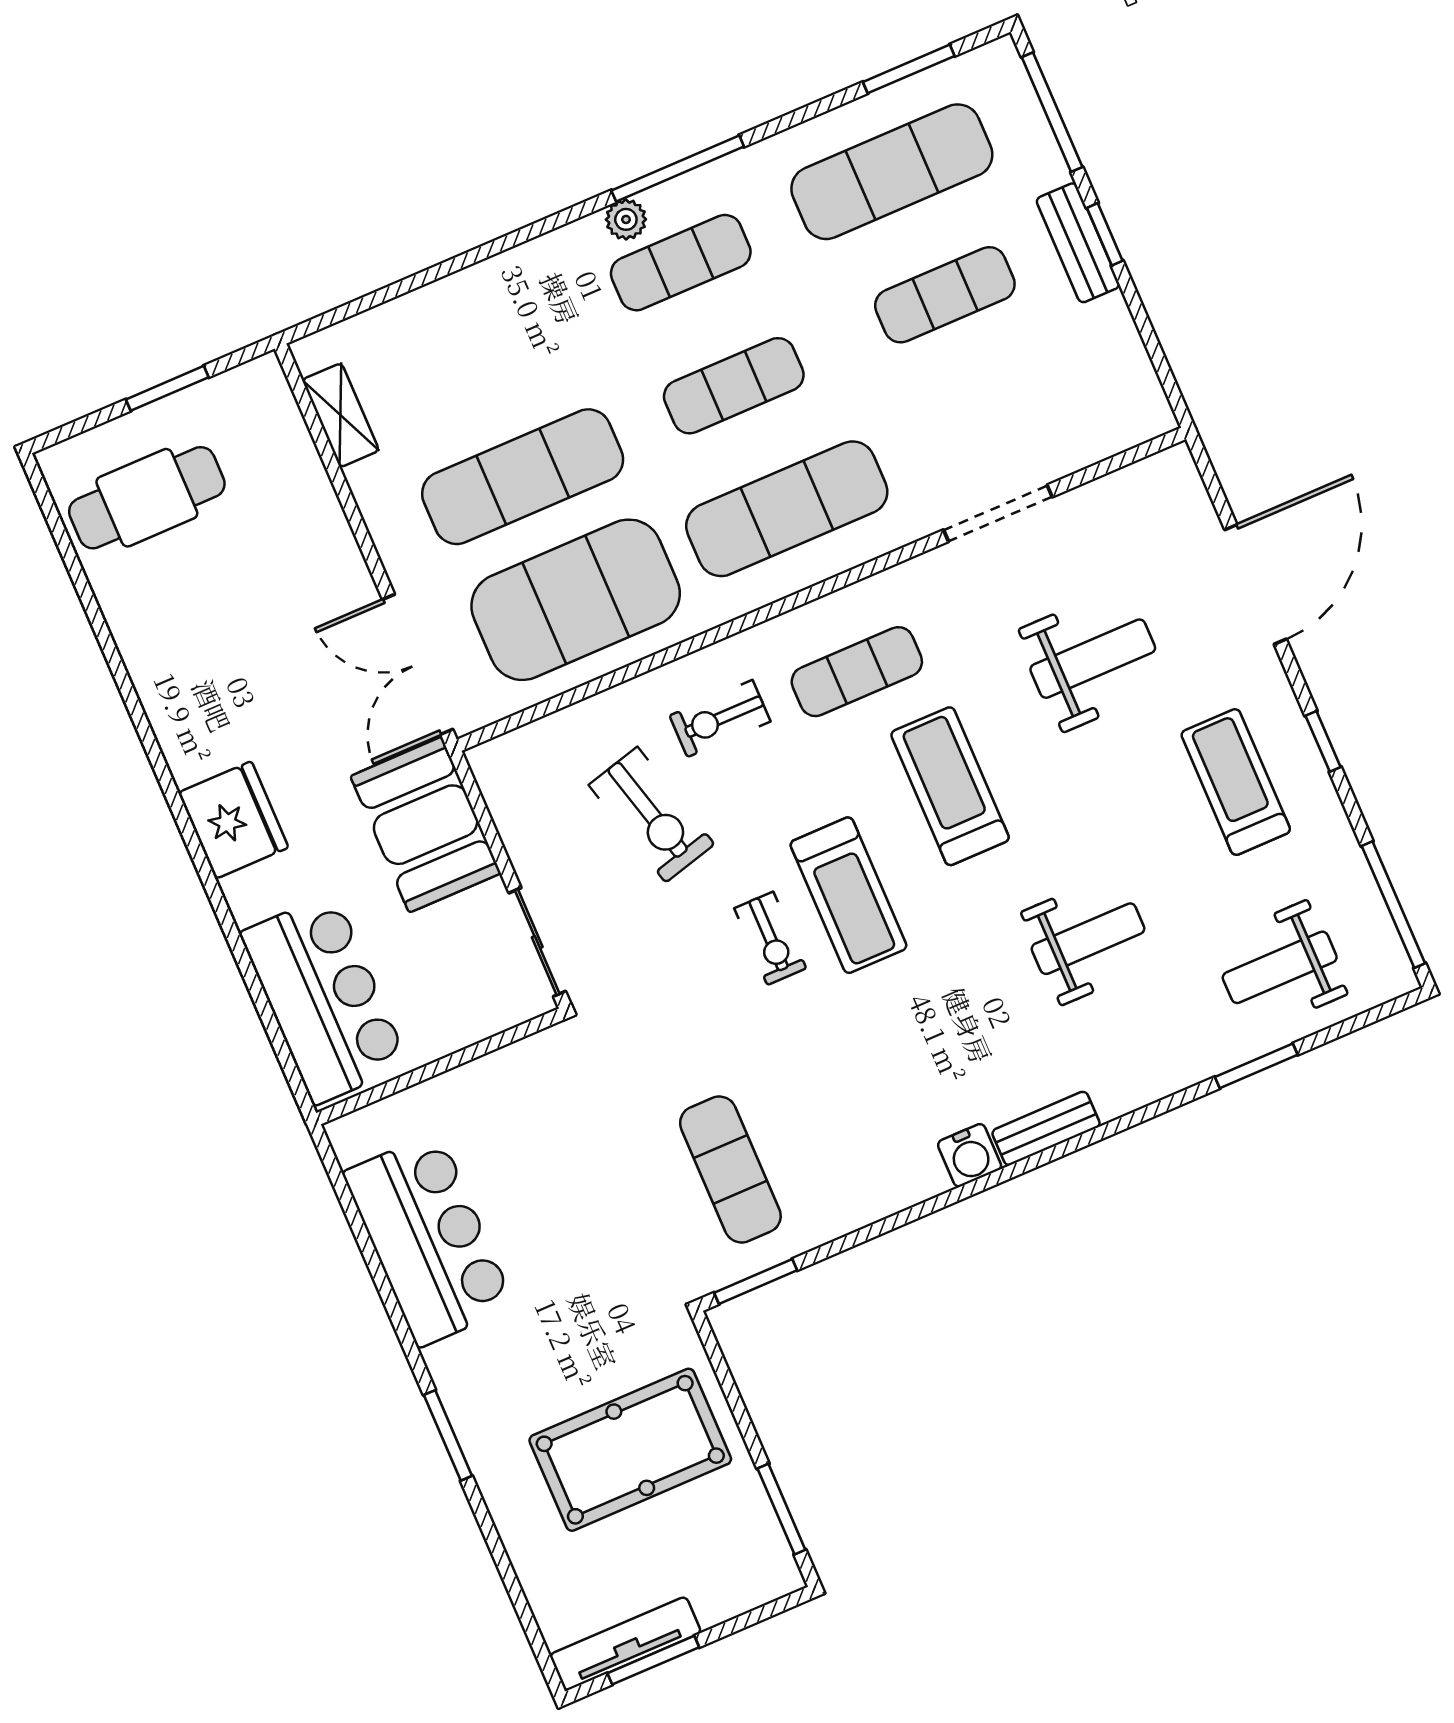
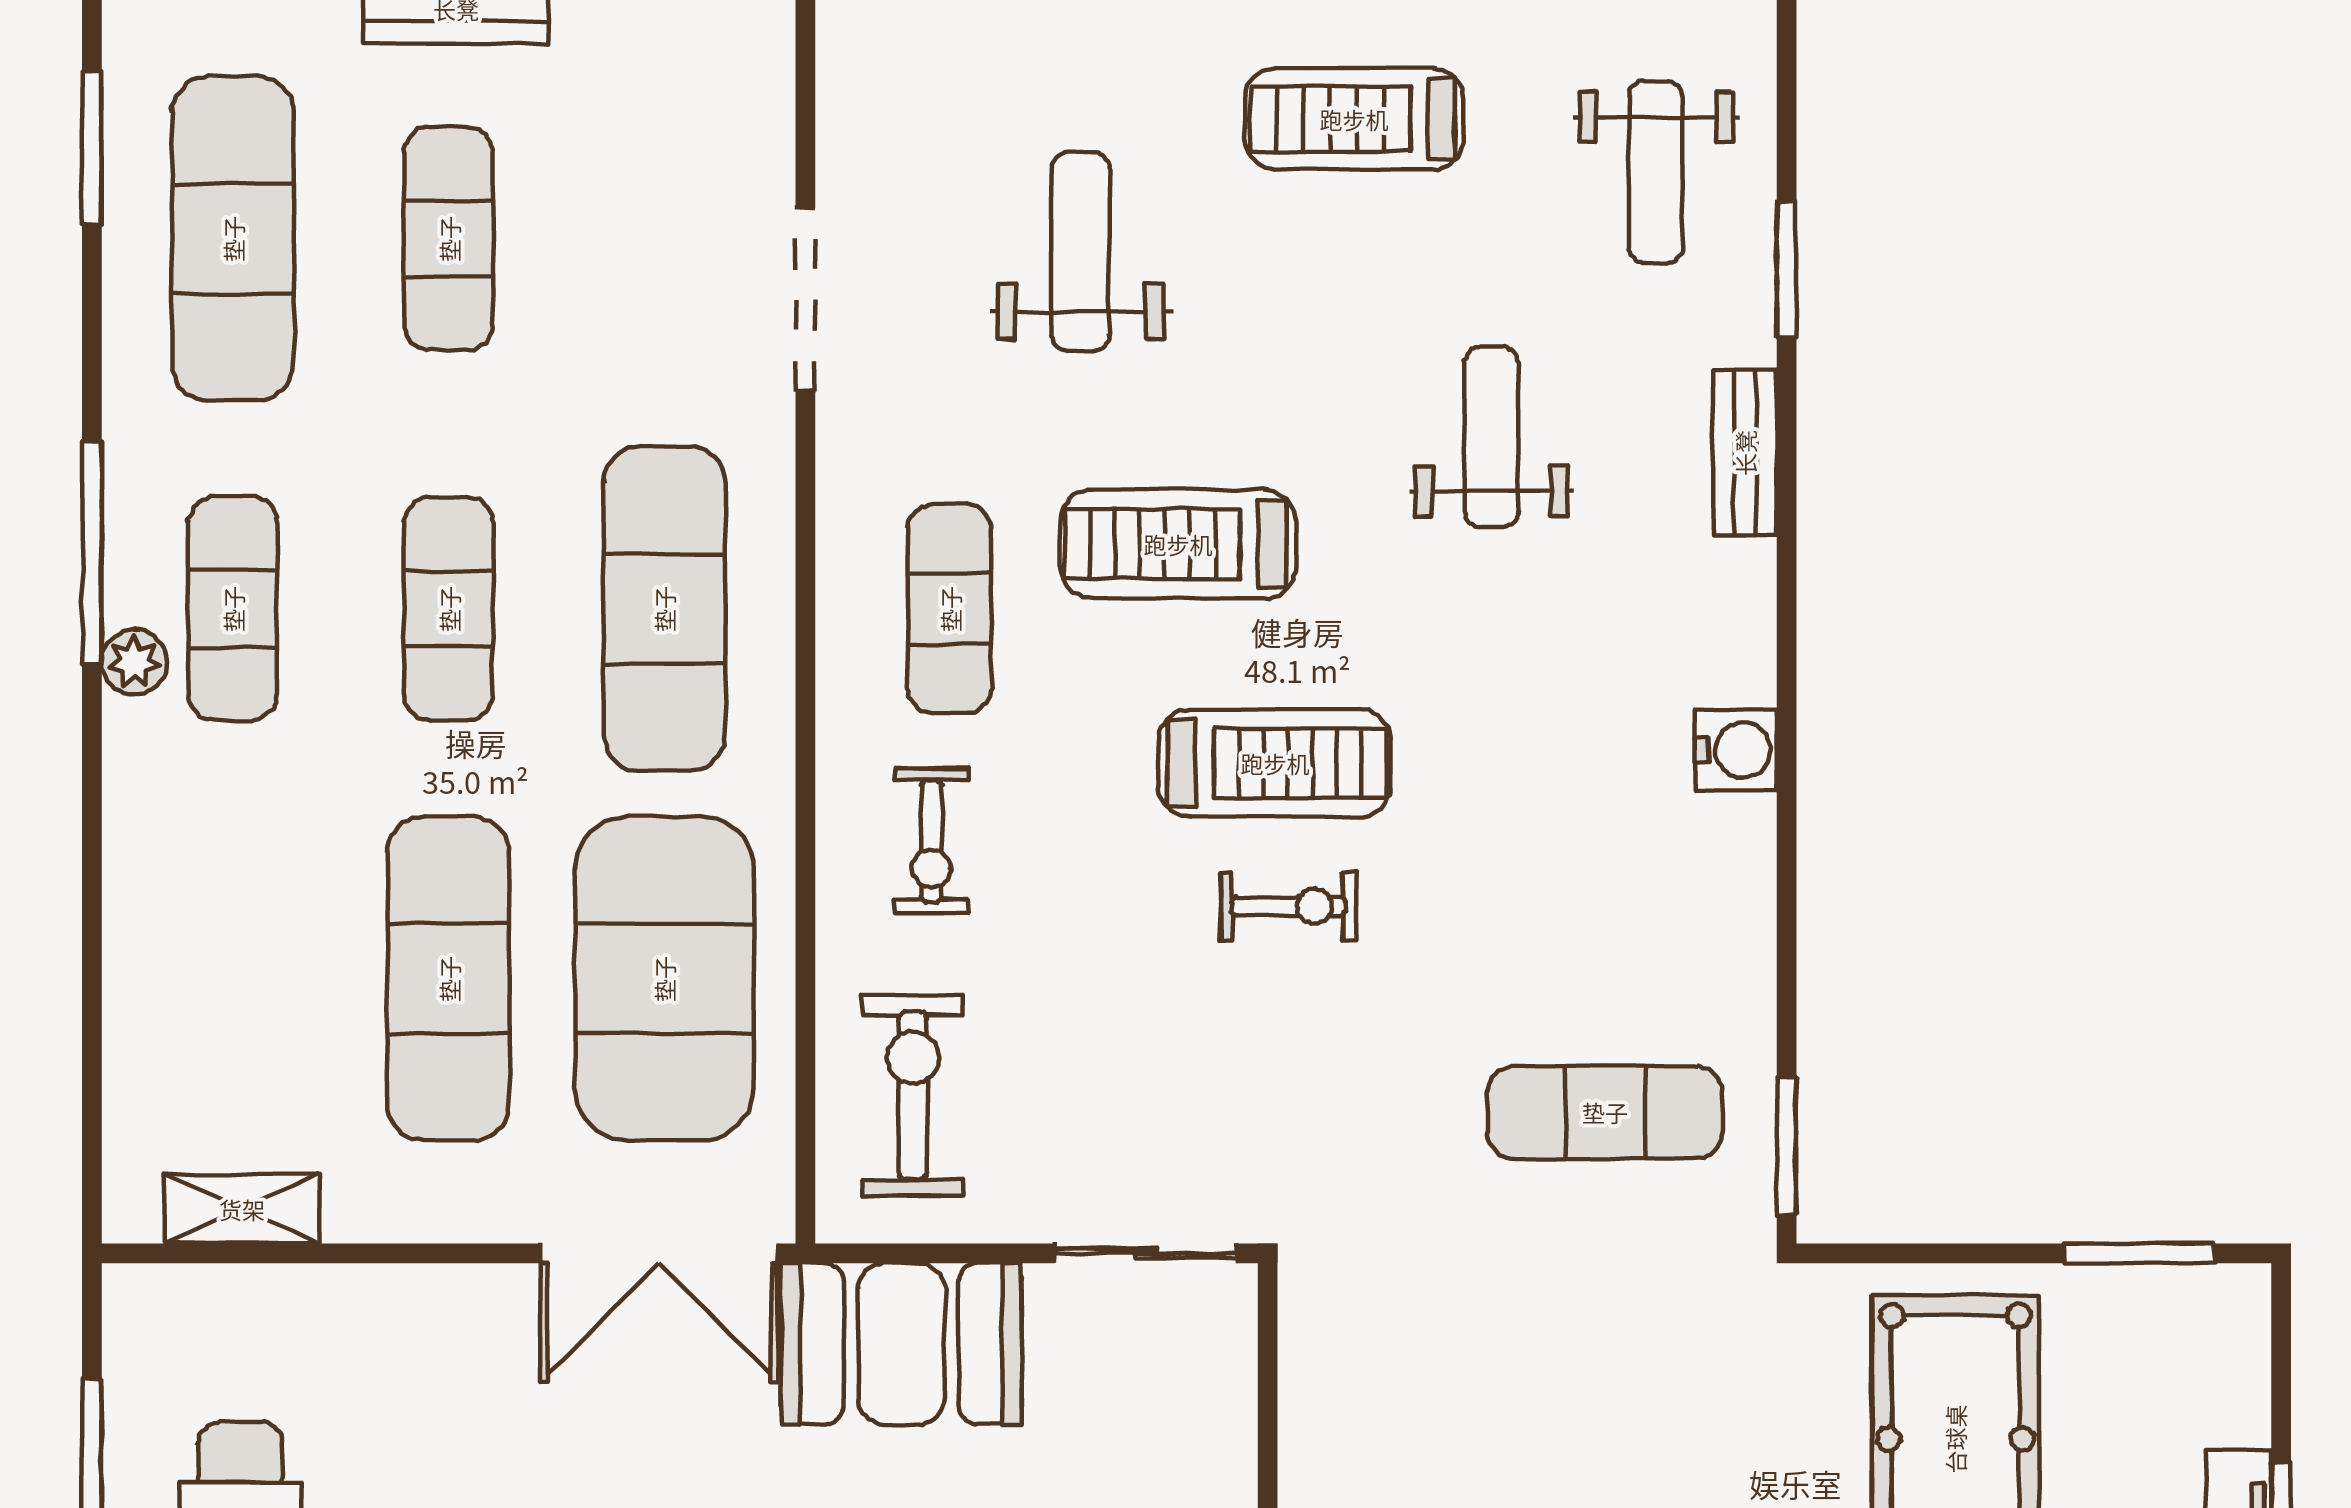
exercise bike: (651, 815) -> (913, 1096), moved, turned -75
bench: (1046, 1128) -> (1745, 453), moved

